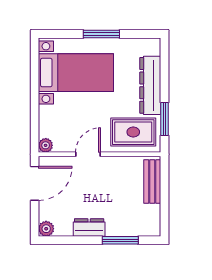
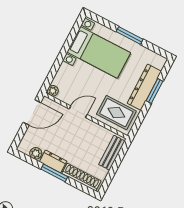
window: (164, 119) -> (154, 91), moved
plant: (46, 229) -> (36, 153), moved
shoe rack: (132, 229) -> (81, 177), added
window: (120, 240) -> (54, 173), moved

